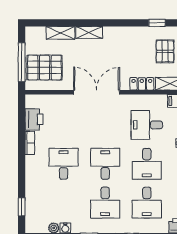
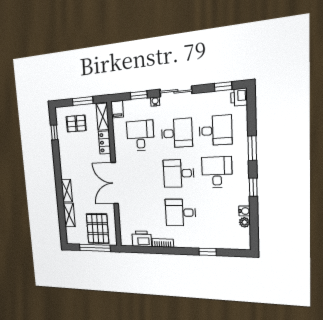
desk: (147, 125) -> (140, 136), turned 180
desk: (105, 203) -> (217, 172), turned -90
window: (22, 207) -> (208, 252), moved

